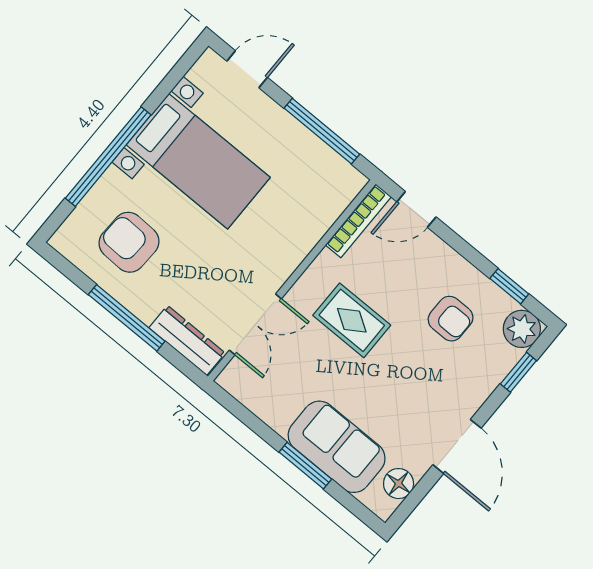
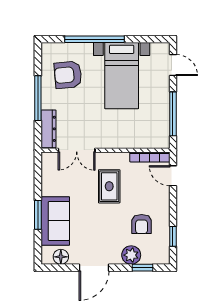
armchair: (129, 242) -> (68, 75), turned -97
plant: (522, 329) -> (131, 255), moved

